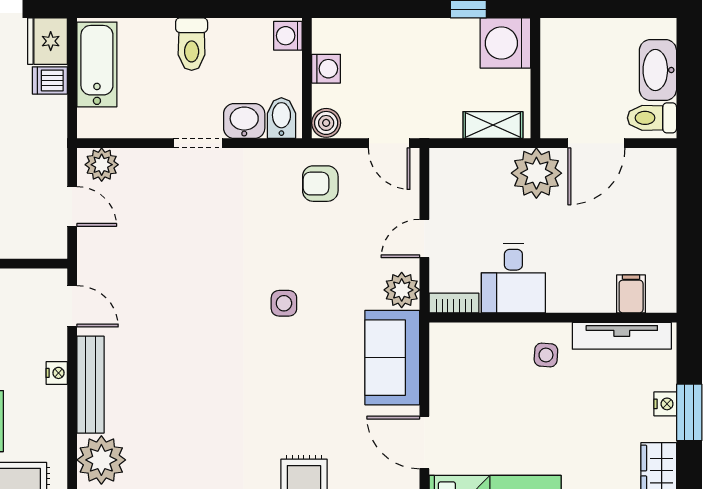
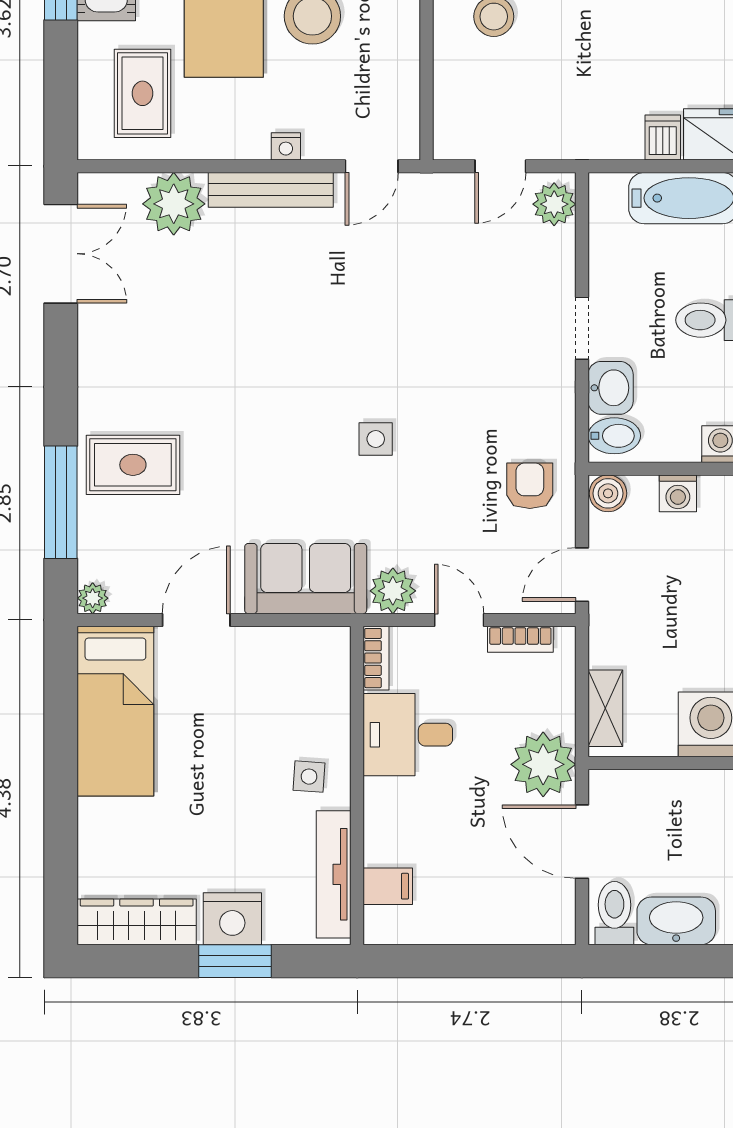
bookcase: (439, 191) -> (520, 639), added
nightstand: (665, 404) -> (232, 919), width x1.89, depth x1.79

